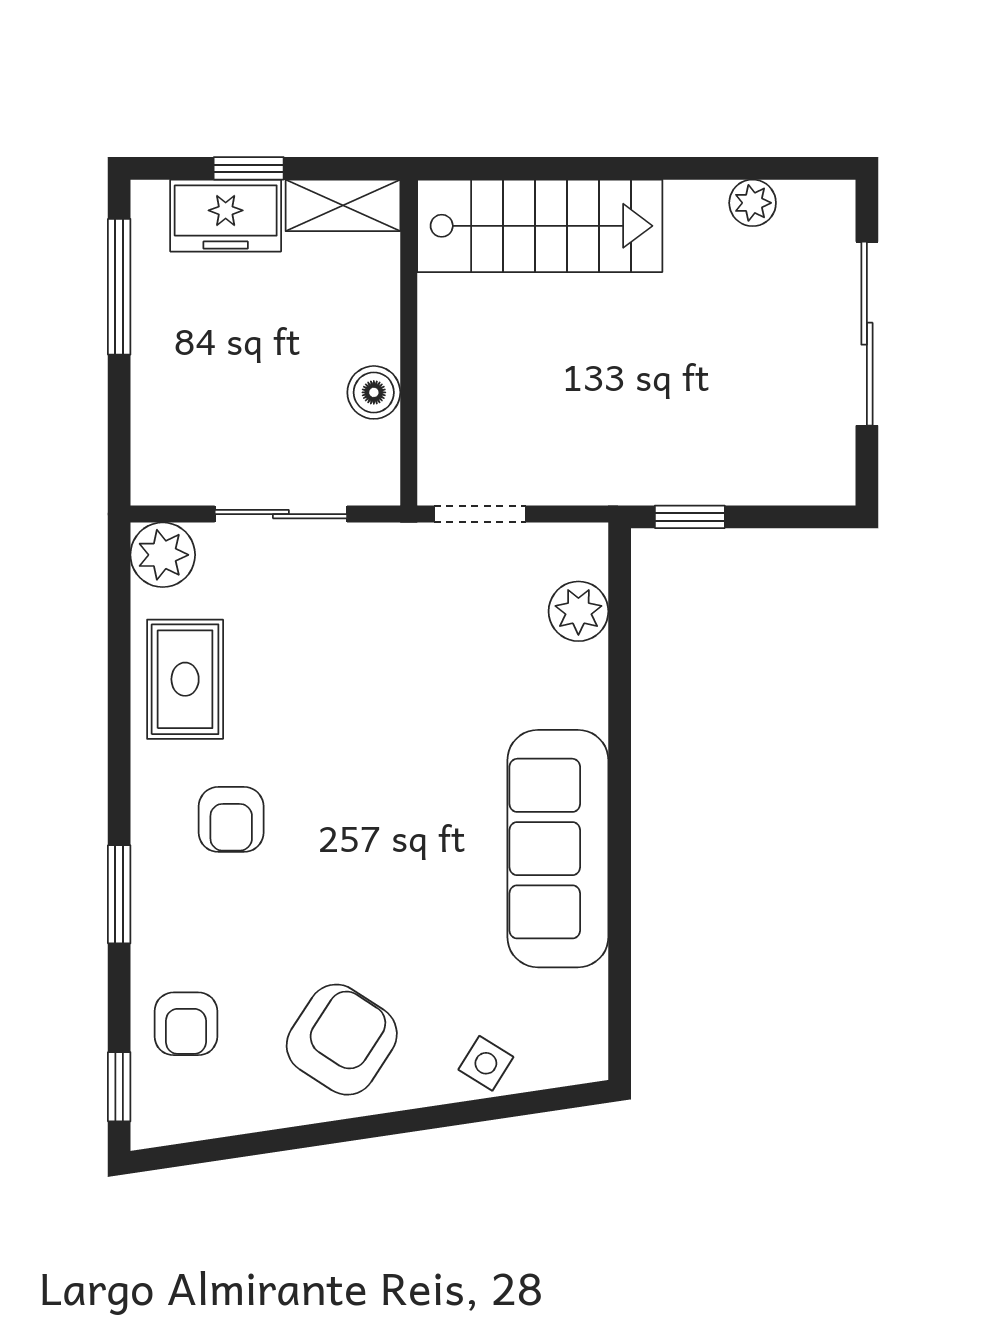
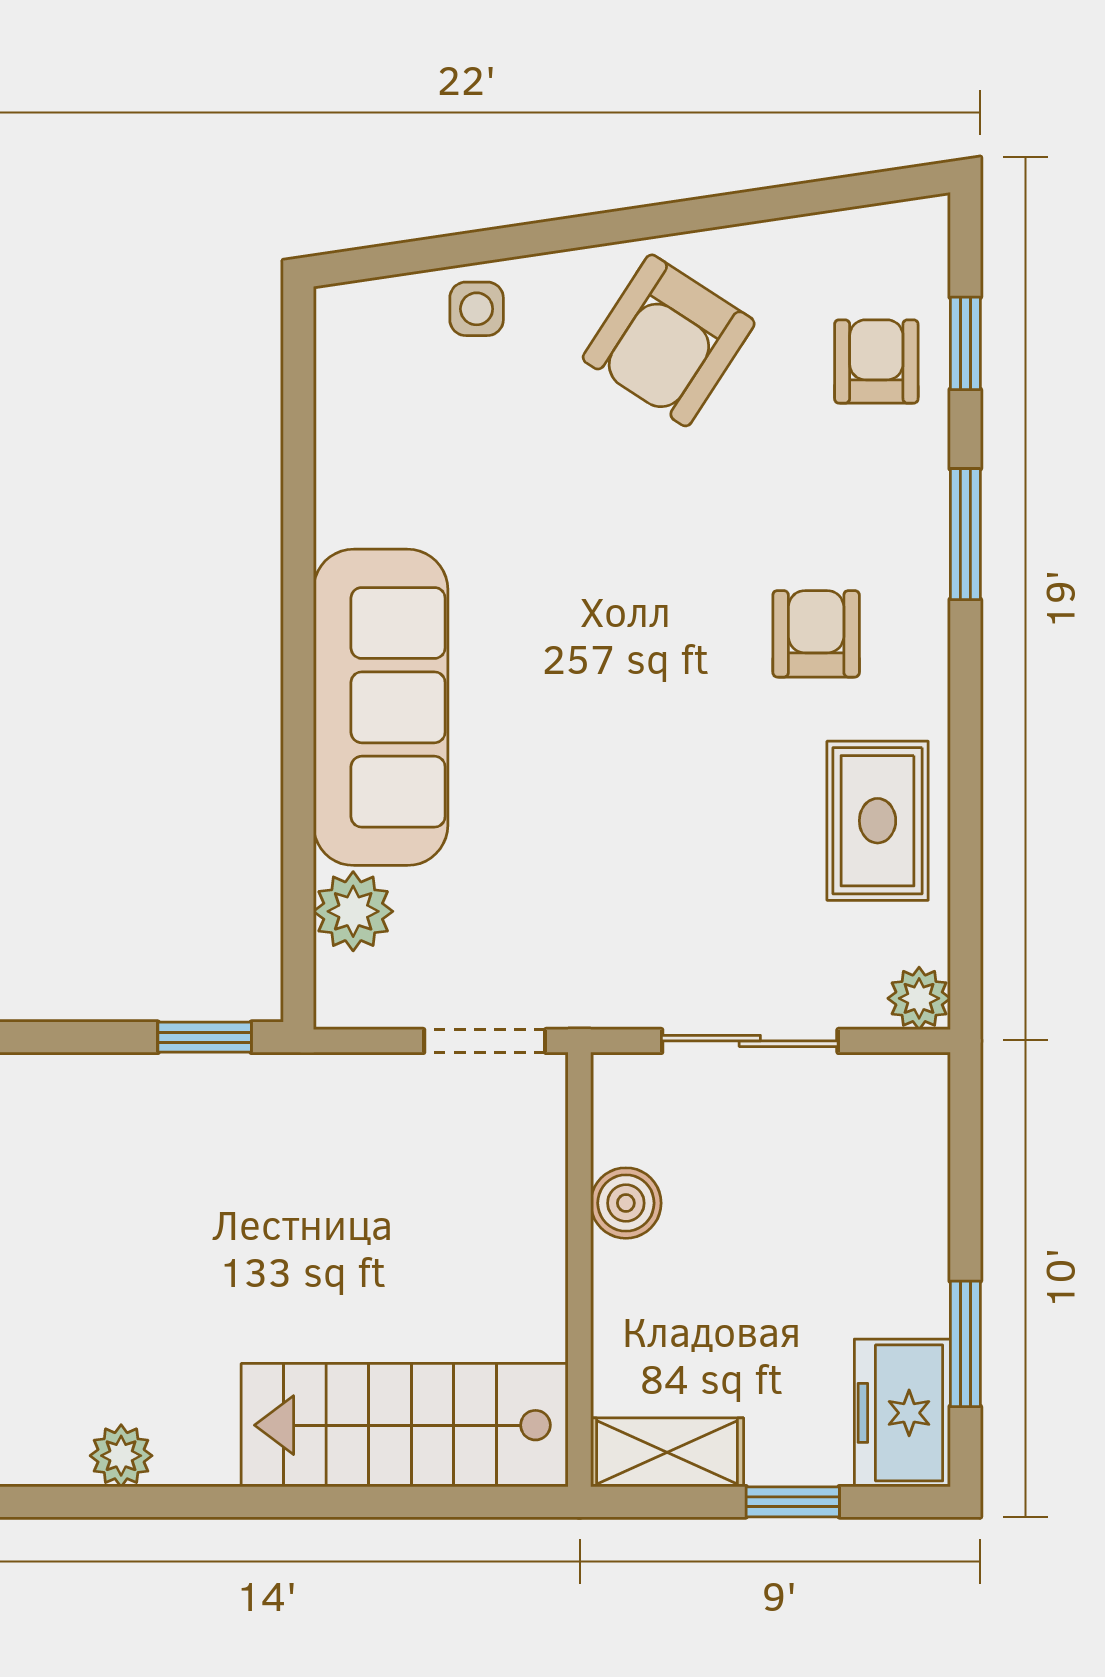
freezer: (226, 216) -> (902, 1413), moved, turned -90
window: (119, 287) -> (965, 1344), width x0.69
plant: (163, 555) -> (919, 998), width x0.73, depth x0.73
sofa: (558, 849) -> (381, 707), moved
side table: (486, 1063) -> (477, 309), turned -32
window: (119, 1087) -> (965, 343), moved

